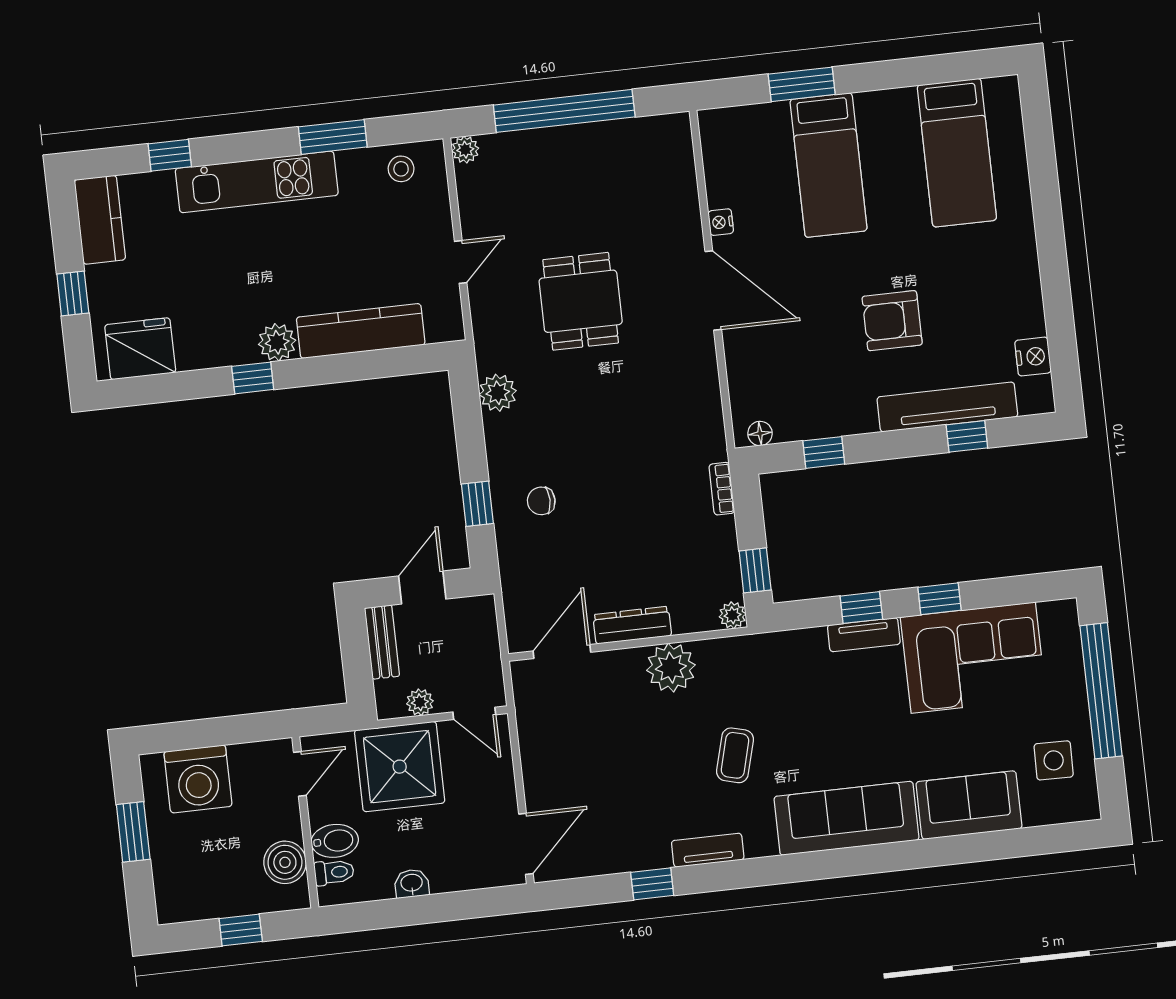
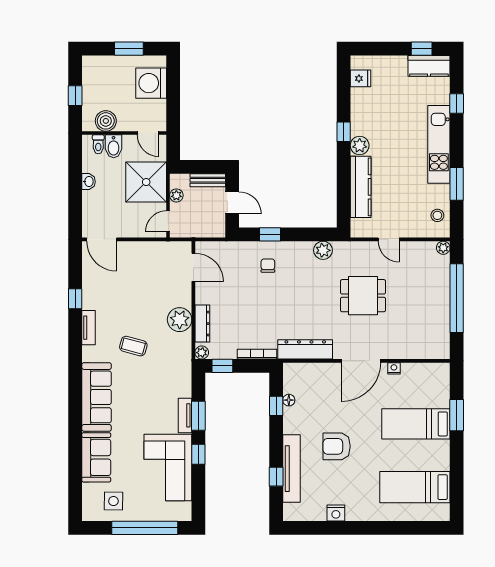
window: (73, 294) -> (422, 49), moved
armchair: (892, 321) -> (337, 446), turned -90
fridge: (140, 349) -> (361, 78), width x0.53, depth x0.75
nightstand: (1033, 357) -> (336, 513), moved
dresser: (703, 406) -> (305, 349), added
floor lamp: (760, 433) -> (289, 400), moved
bookcase: (722, 489) -> (257, 354), width x1.56
window: (861, 608) -> (198, 416), width x1.50
dresser: (632, 625) -> (202, 324), moved

